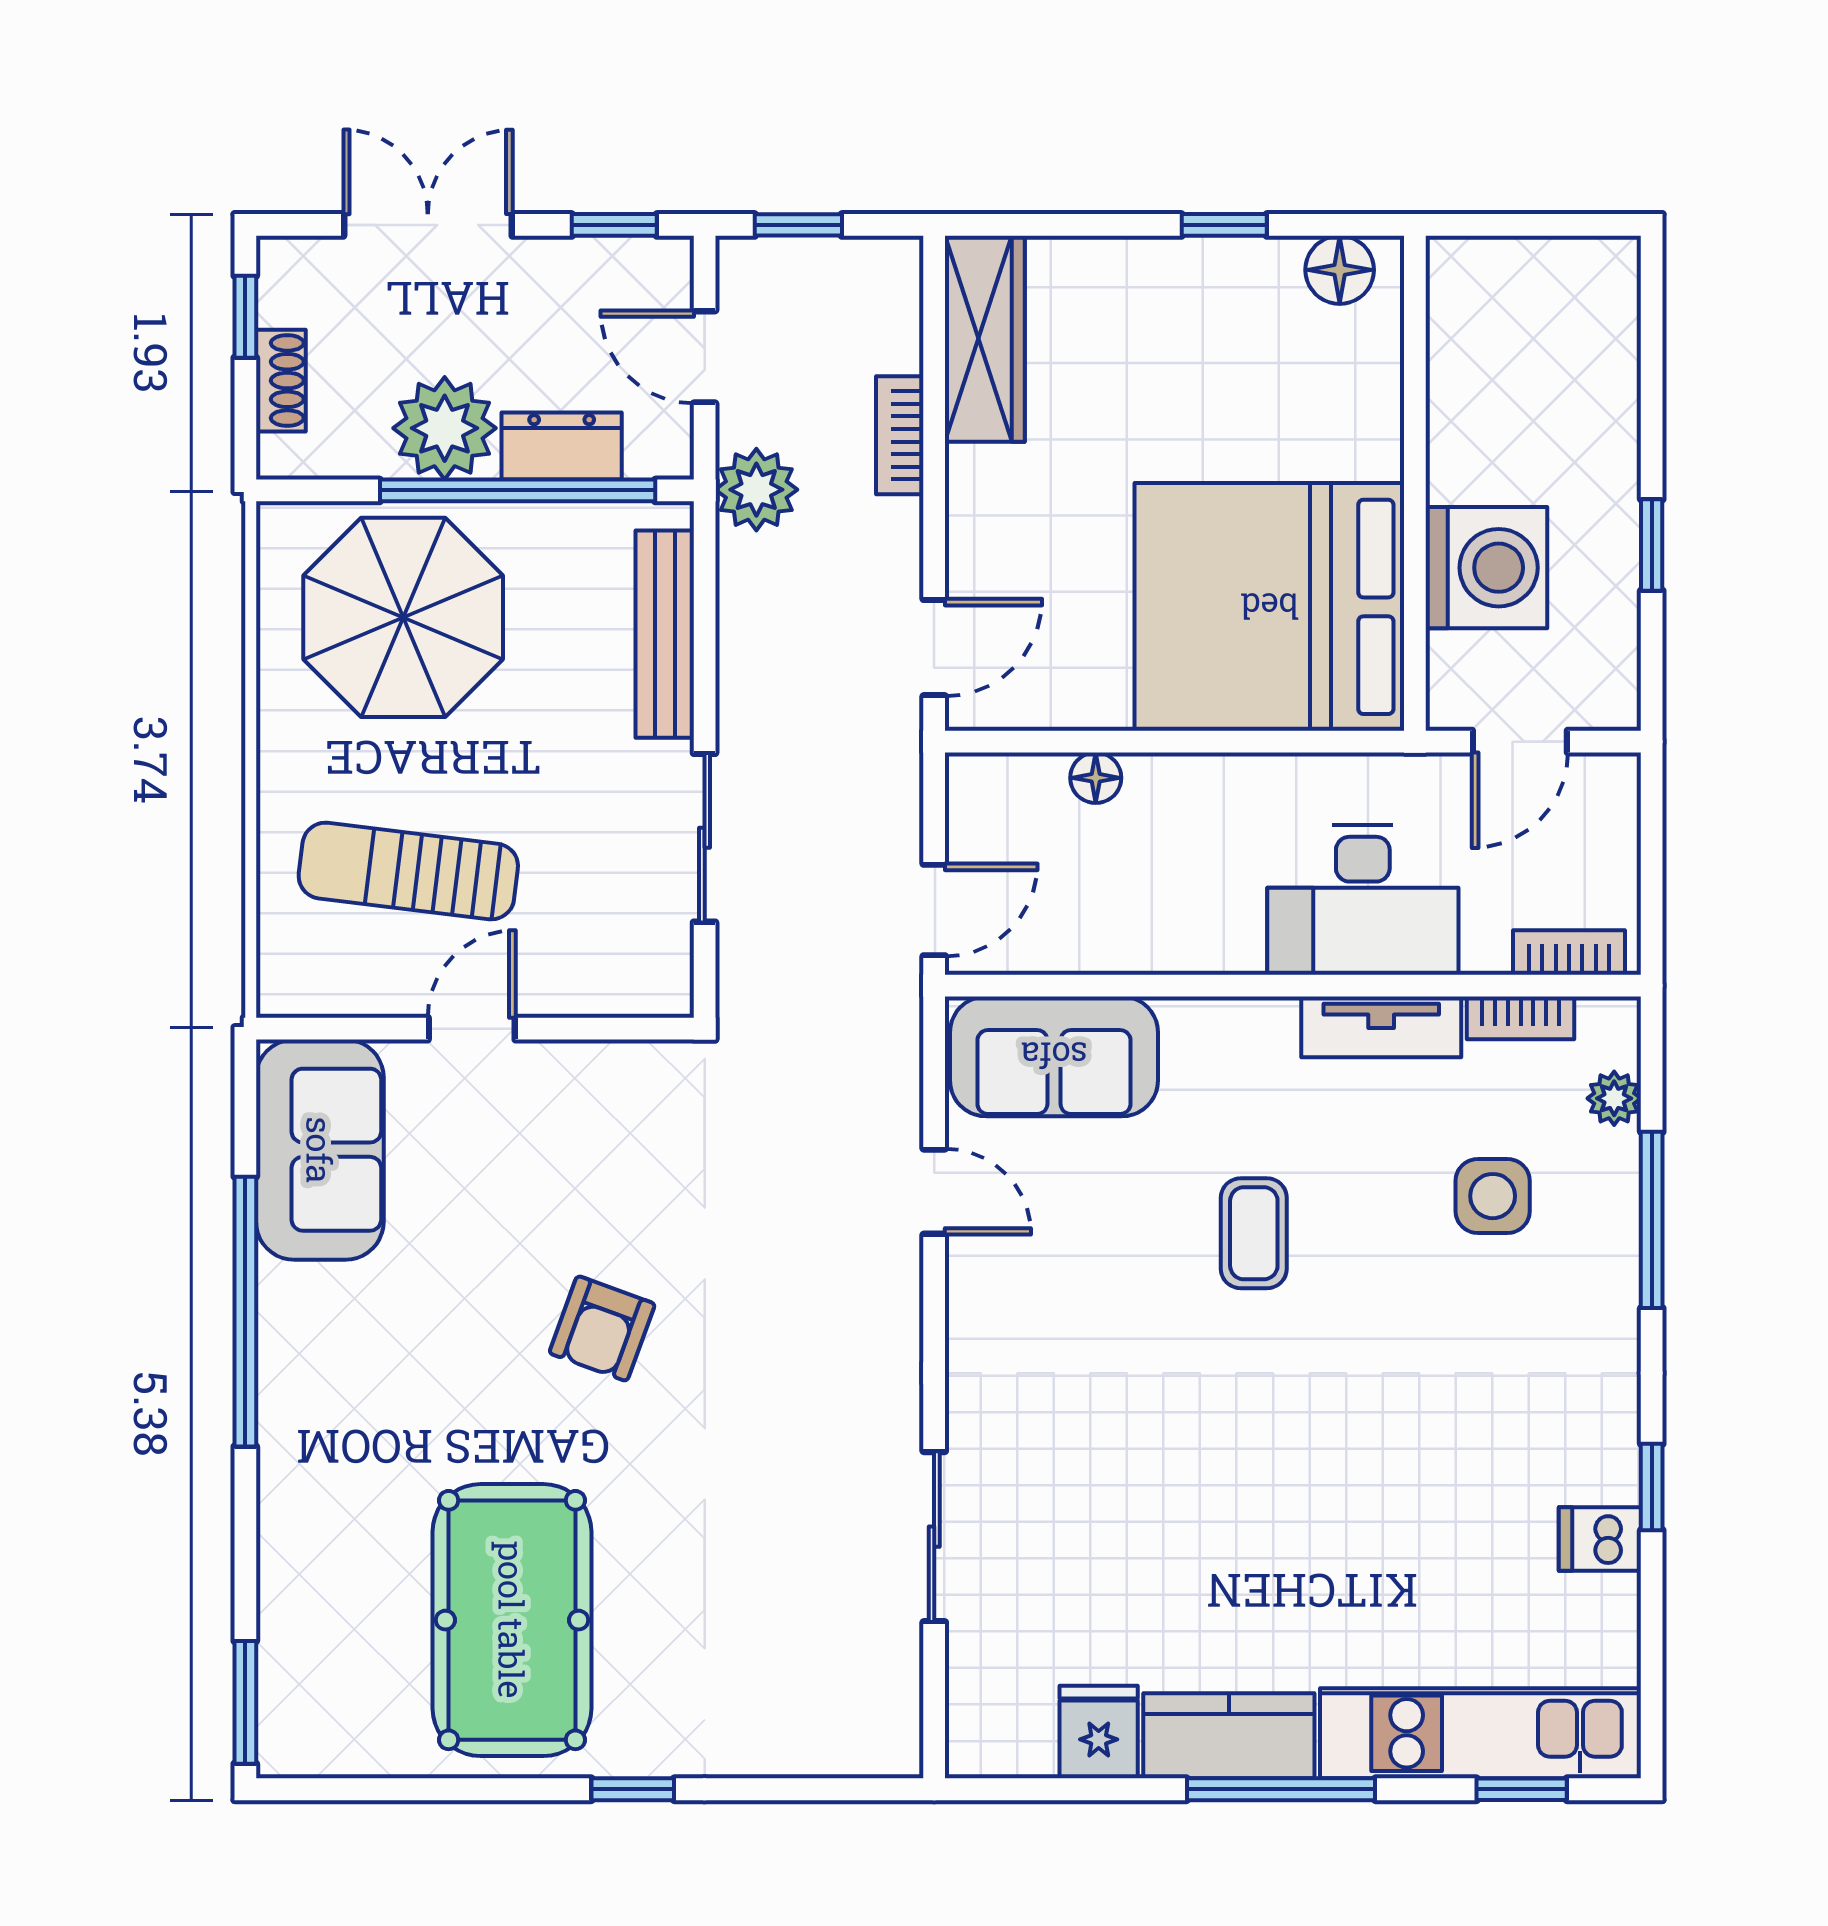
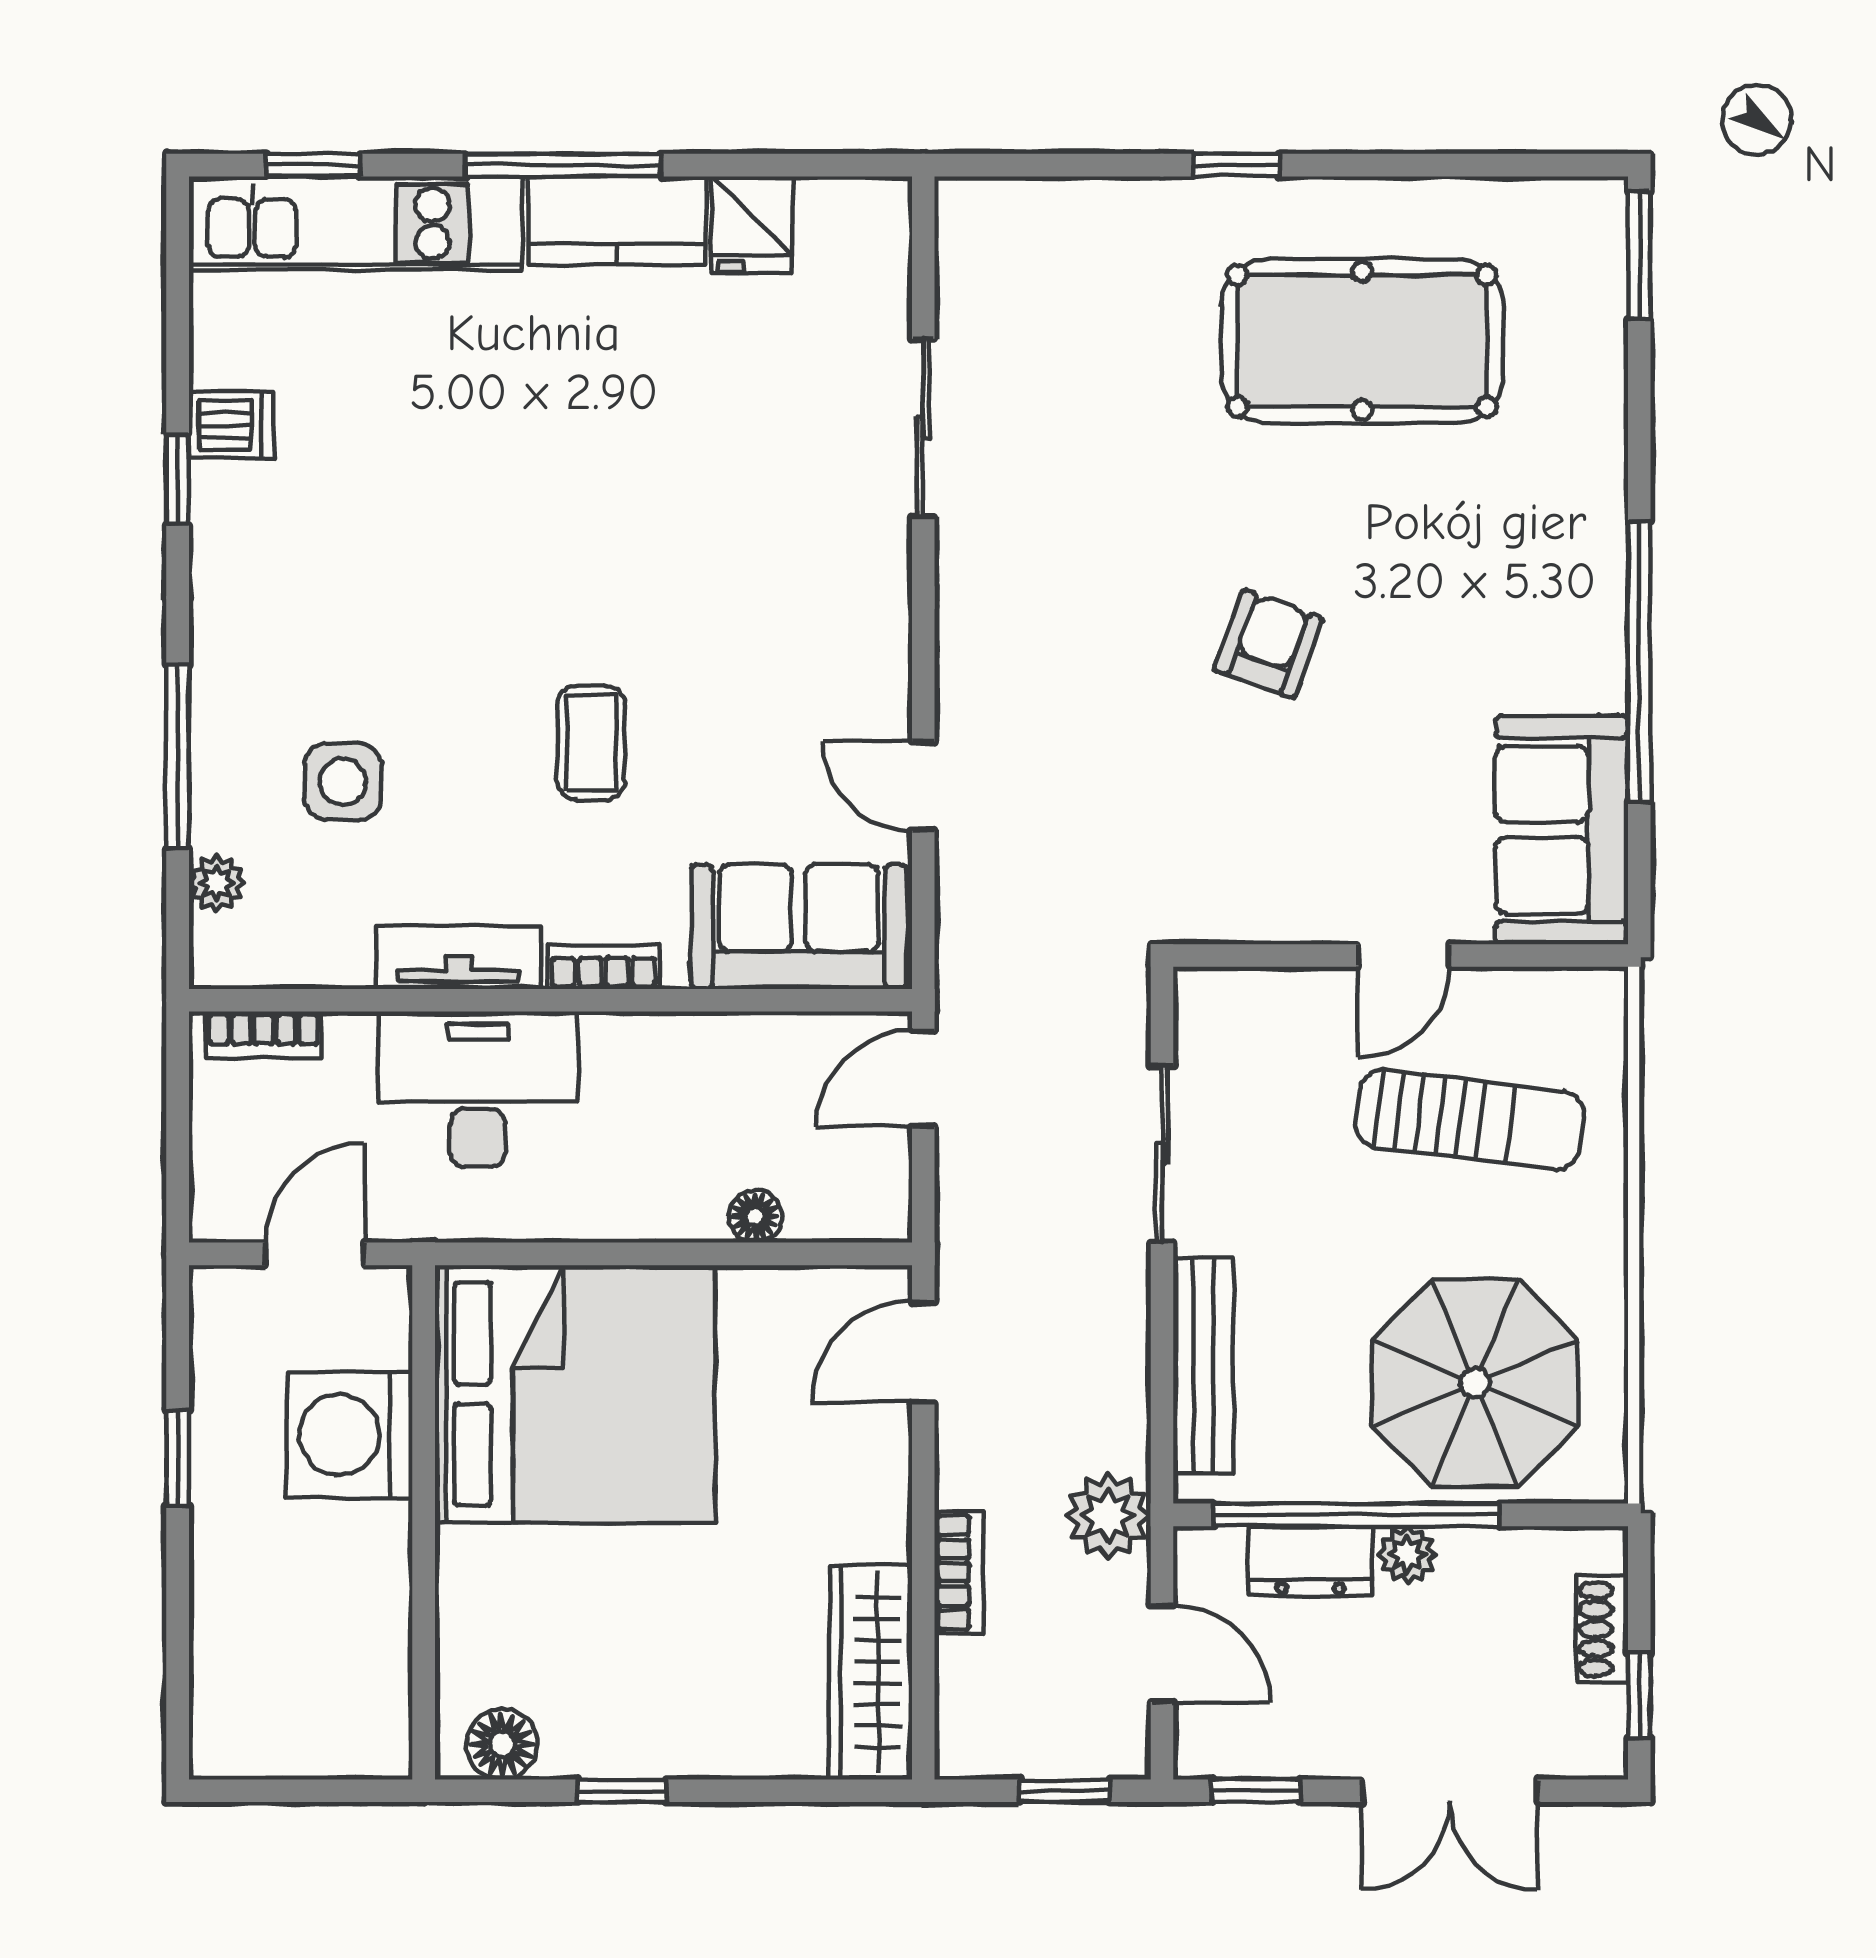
plant: (445, 428) -> (1407, 1555), width x0.53, depth x0.53
bookcase: (1521, 1018) -> (604, 967), moved
pool table: (512, 1620) -> (1362, 341), turned 90

